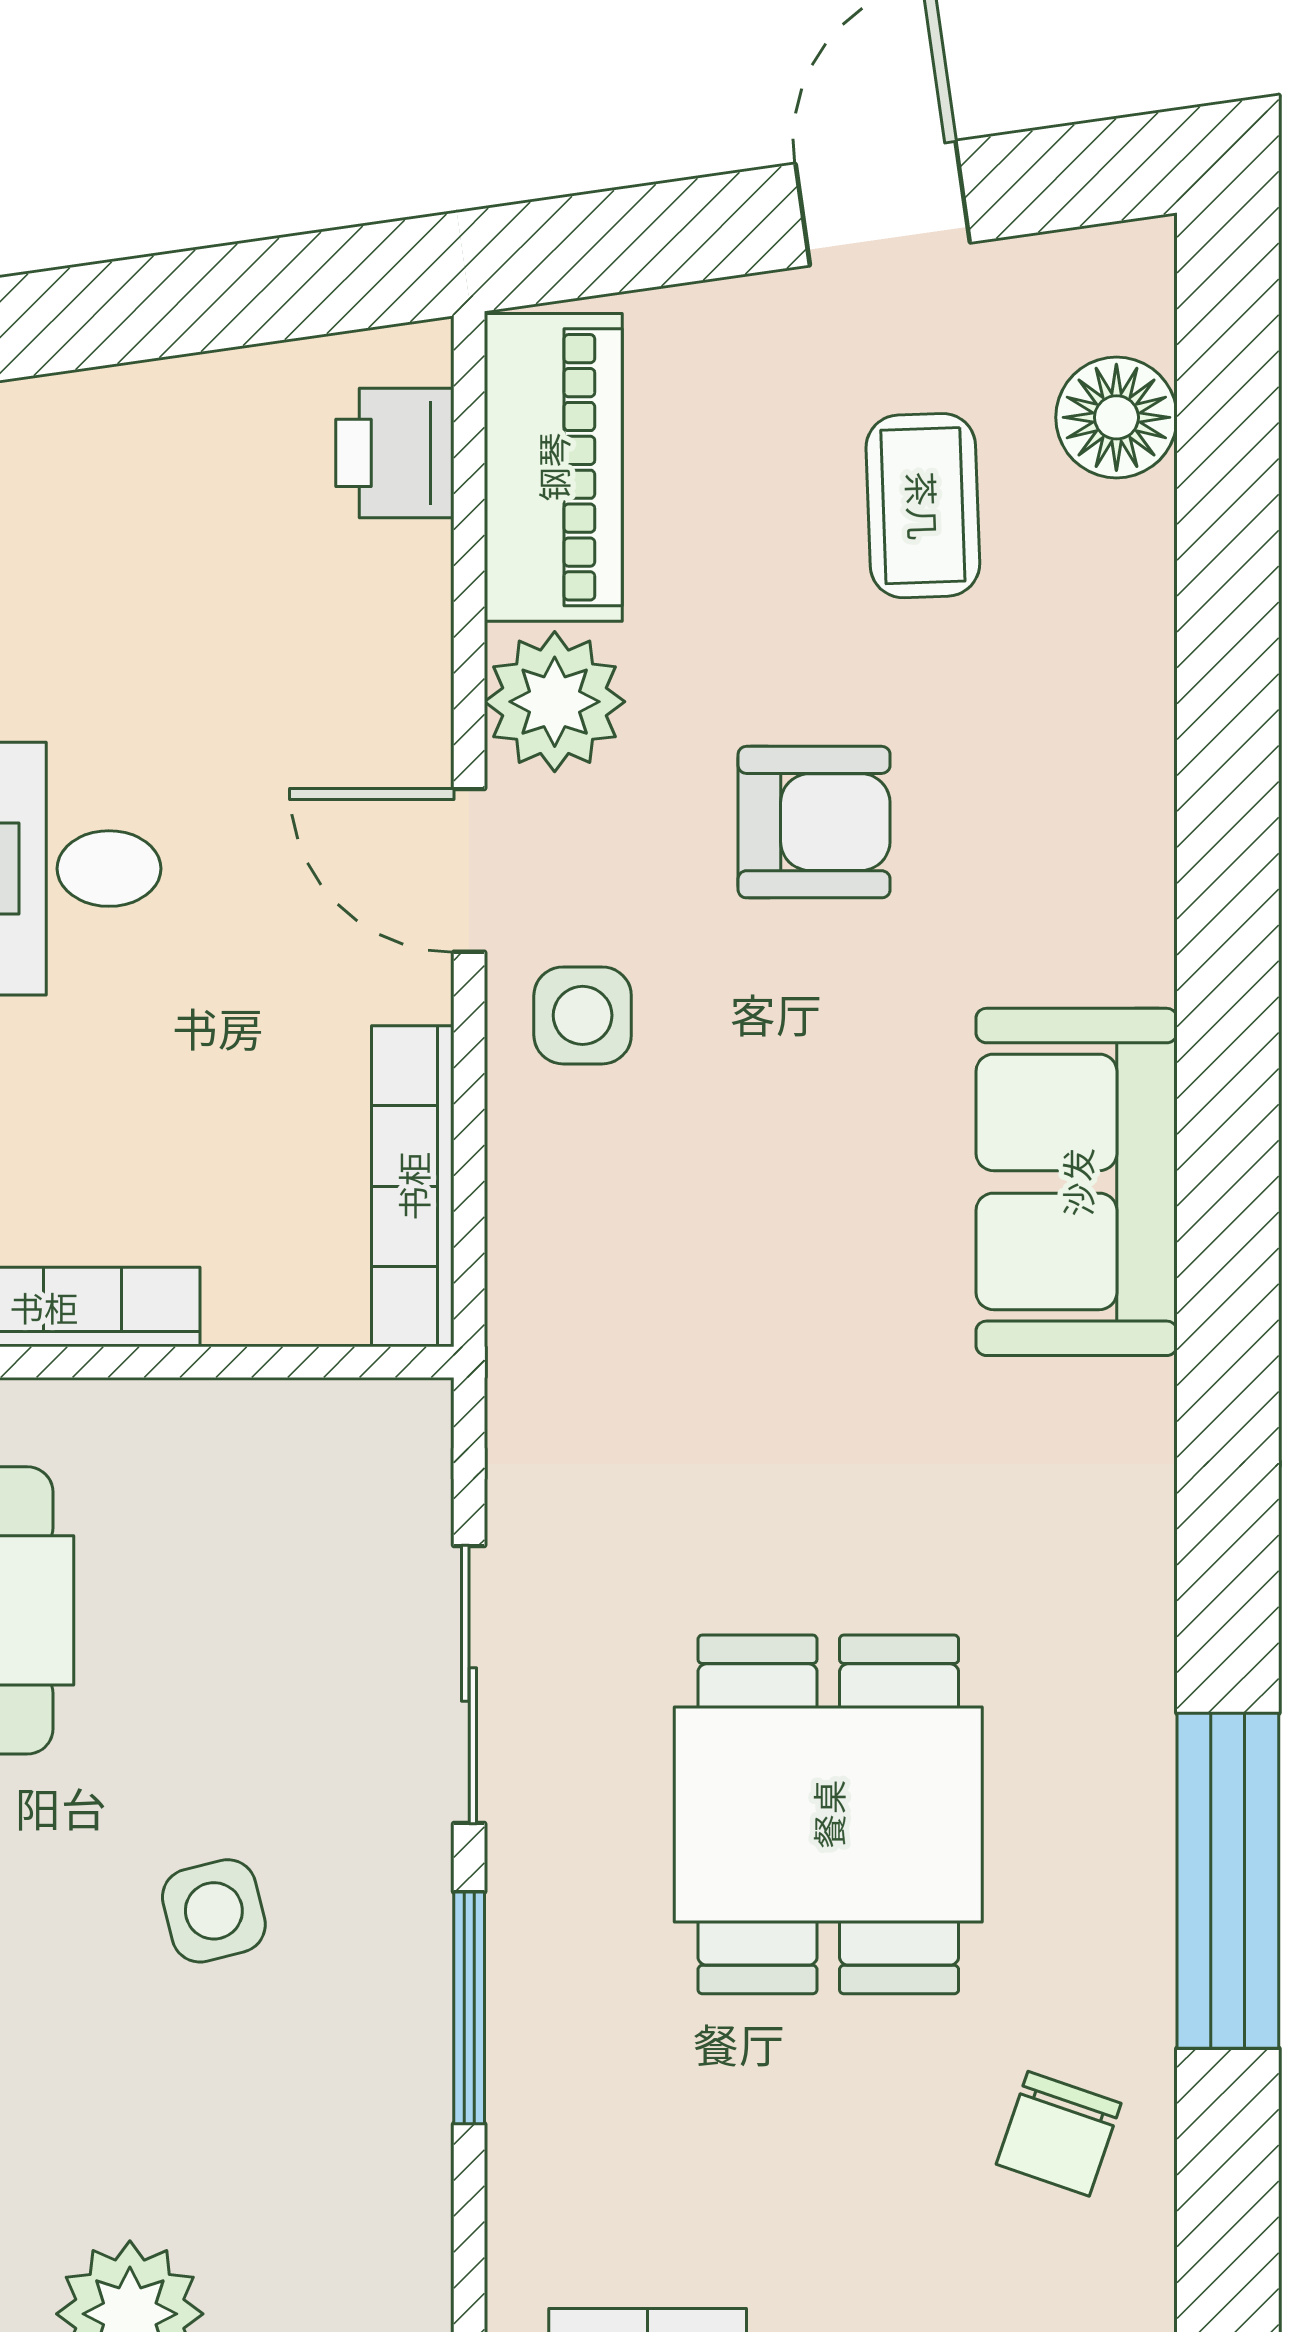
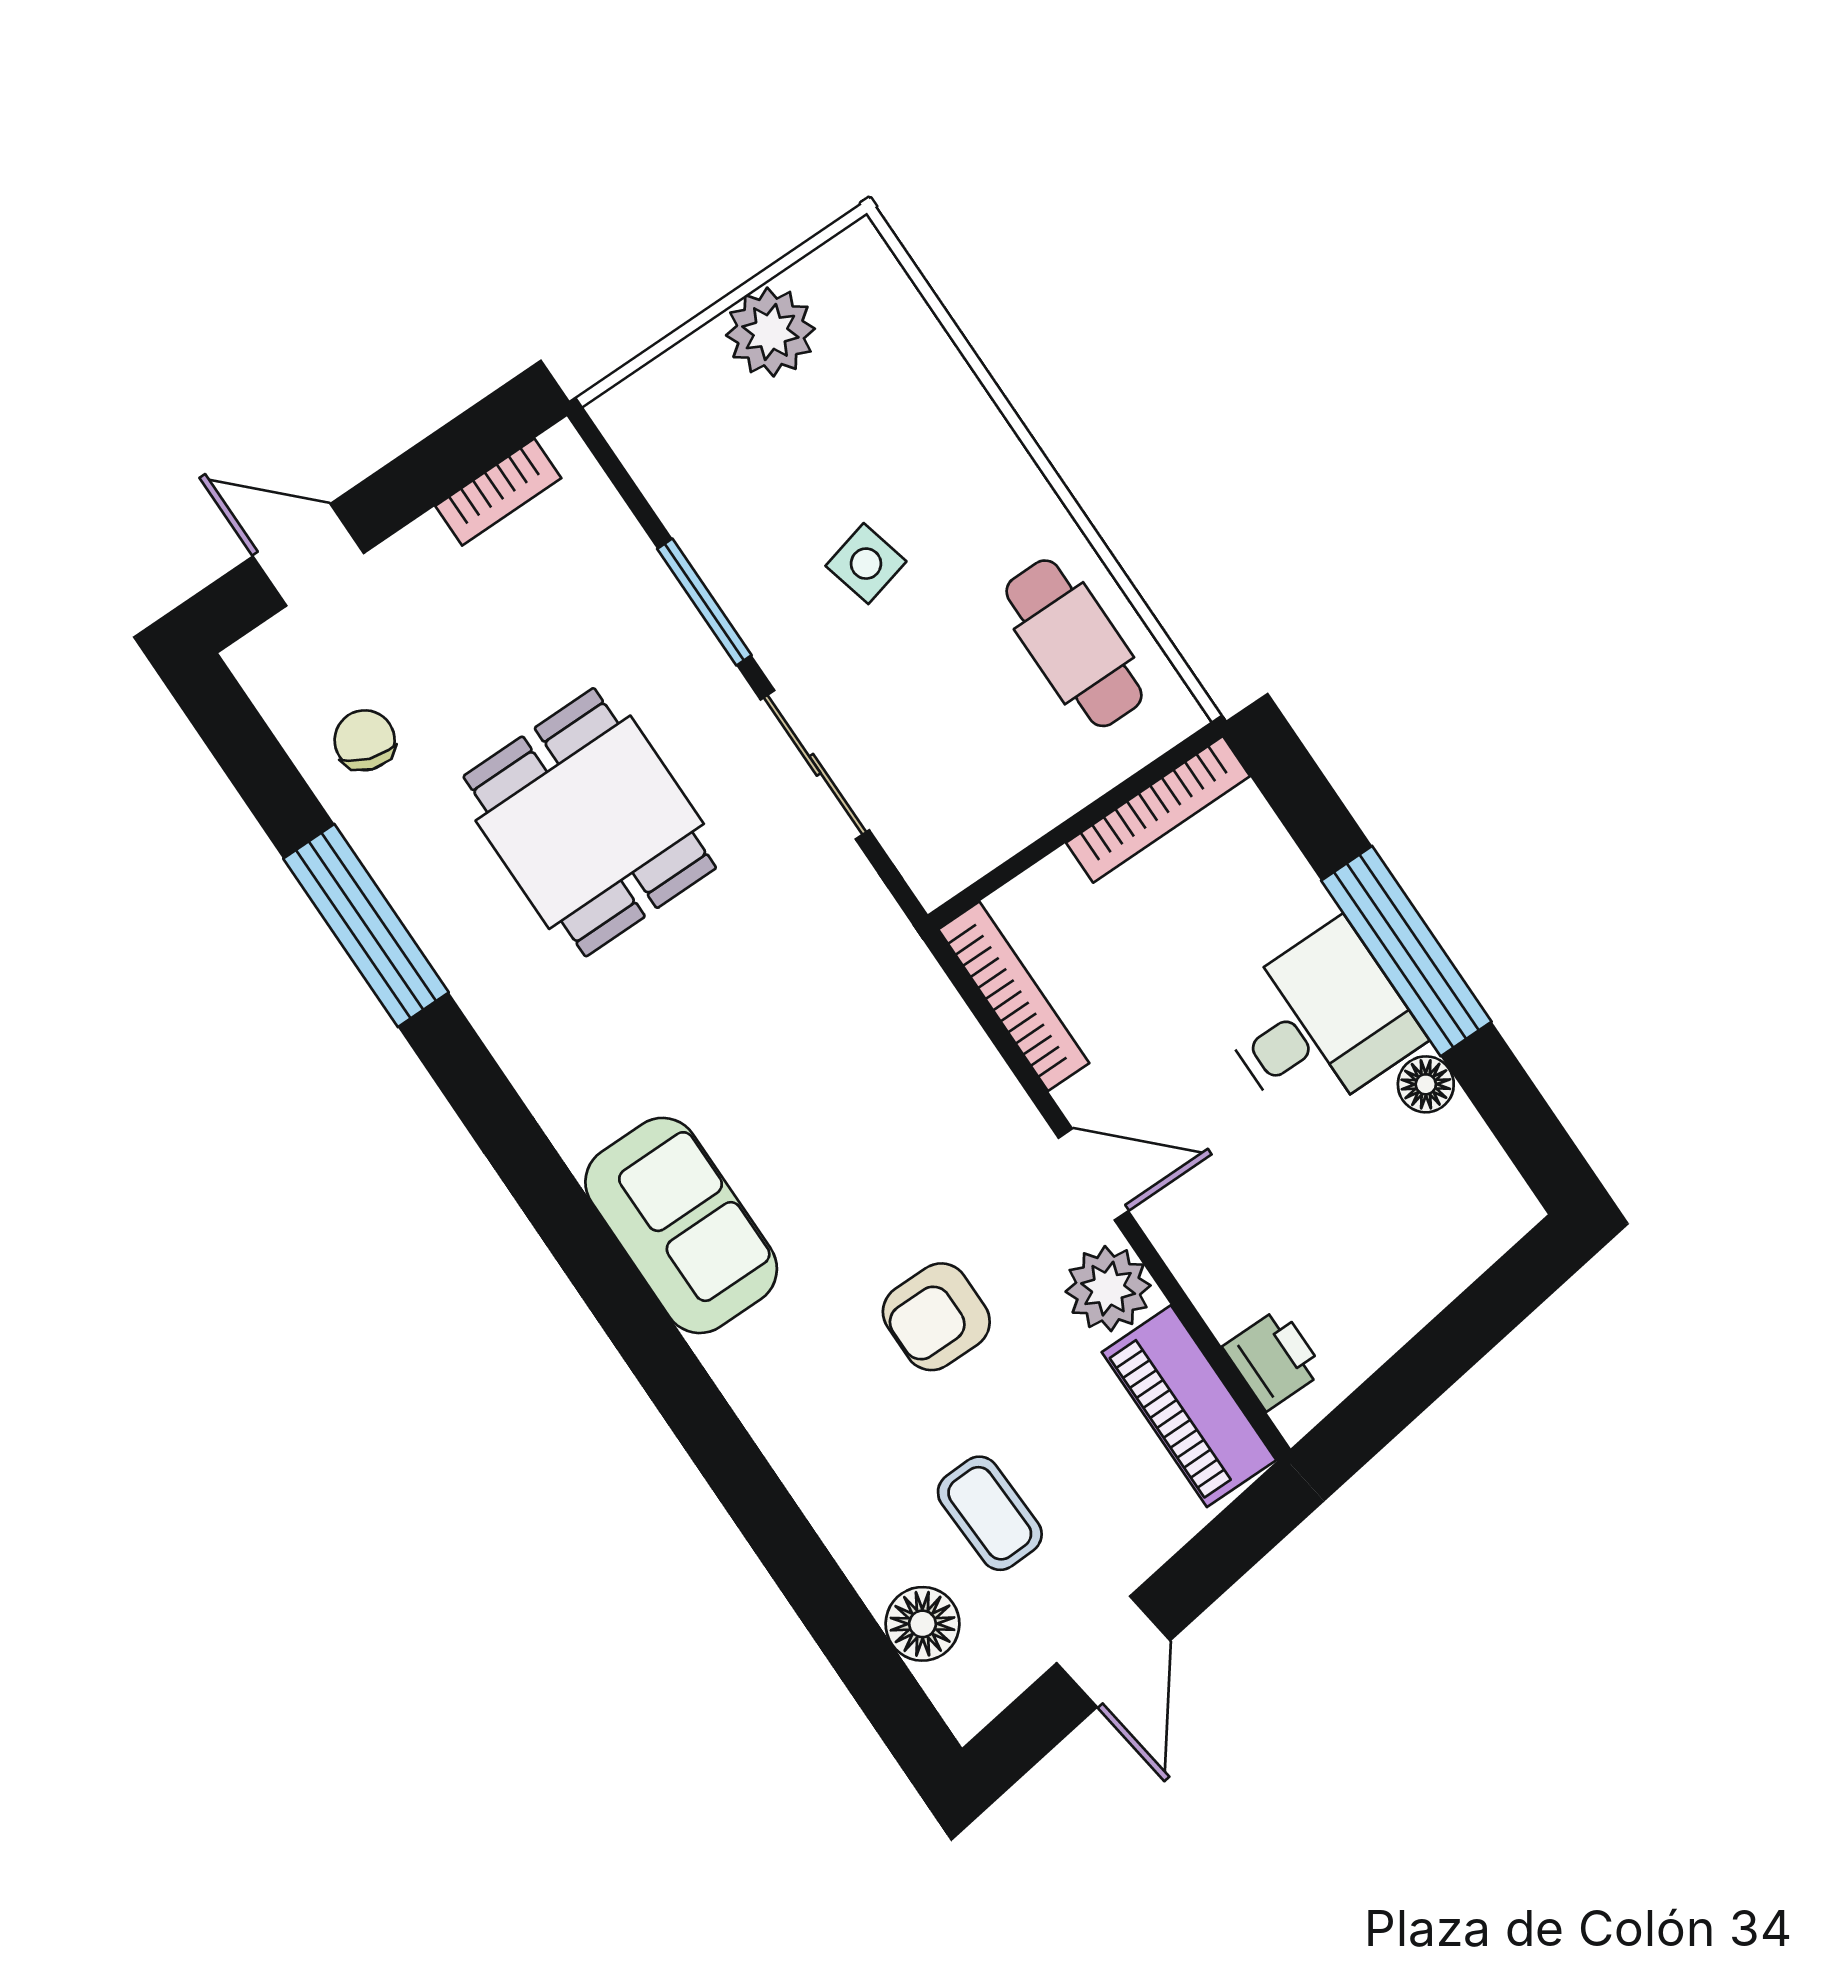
side table: (583, 1015) -> (987, 1140), removed

